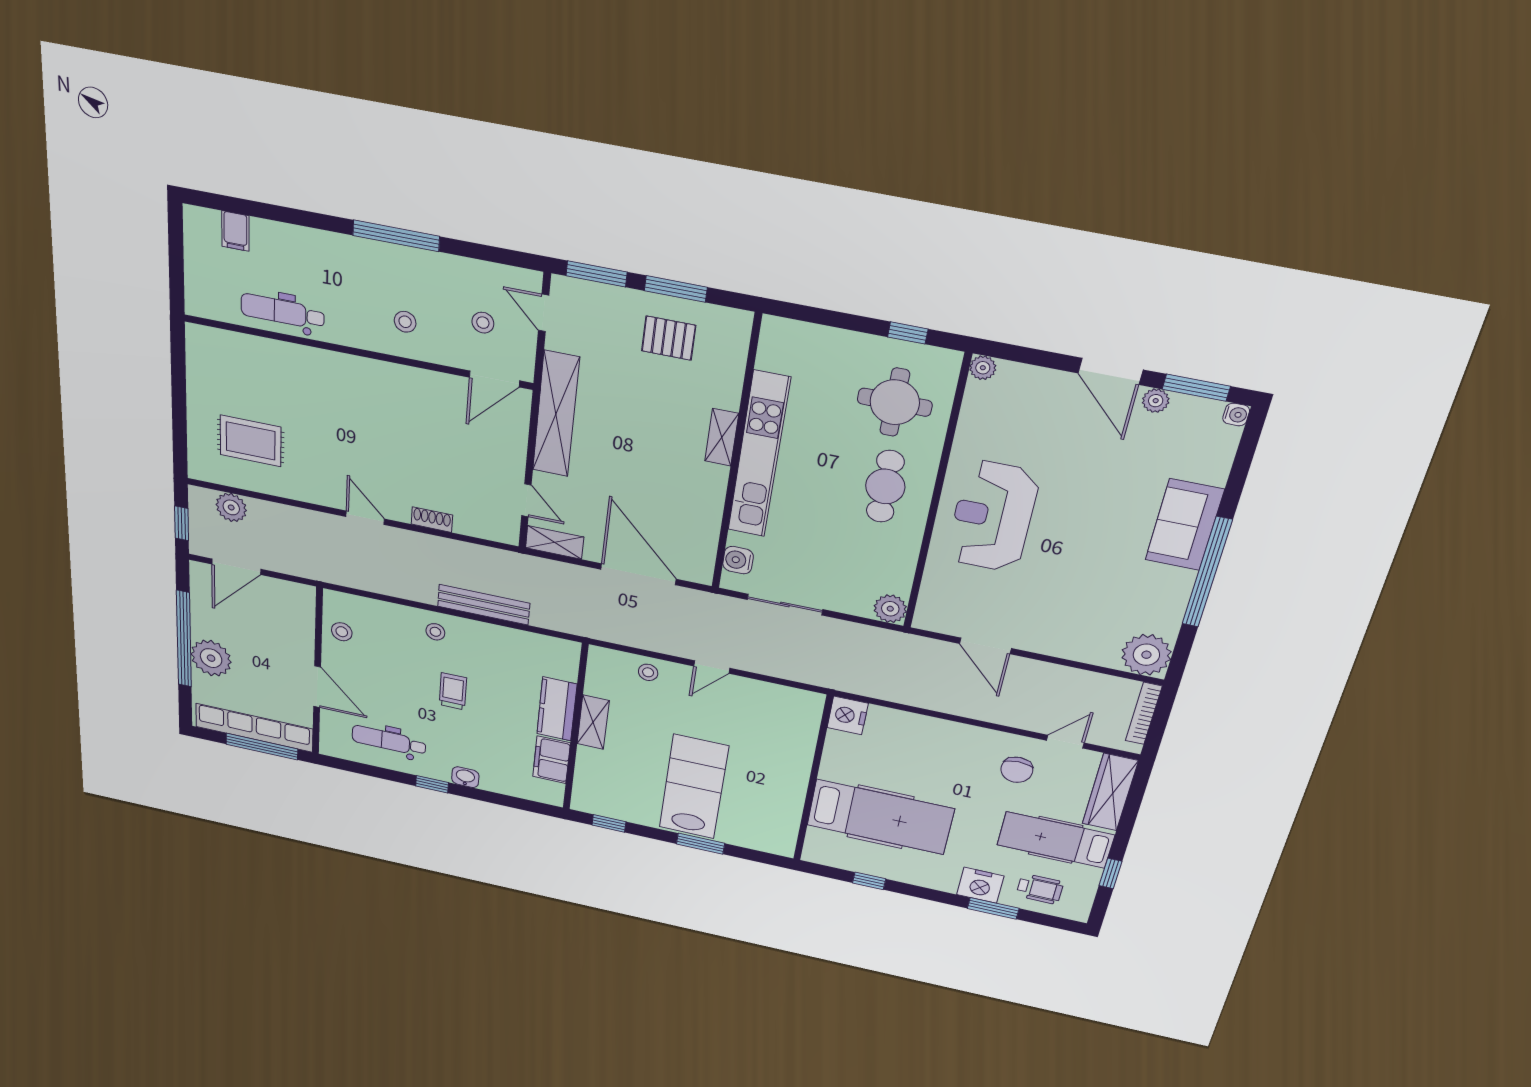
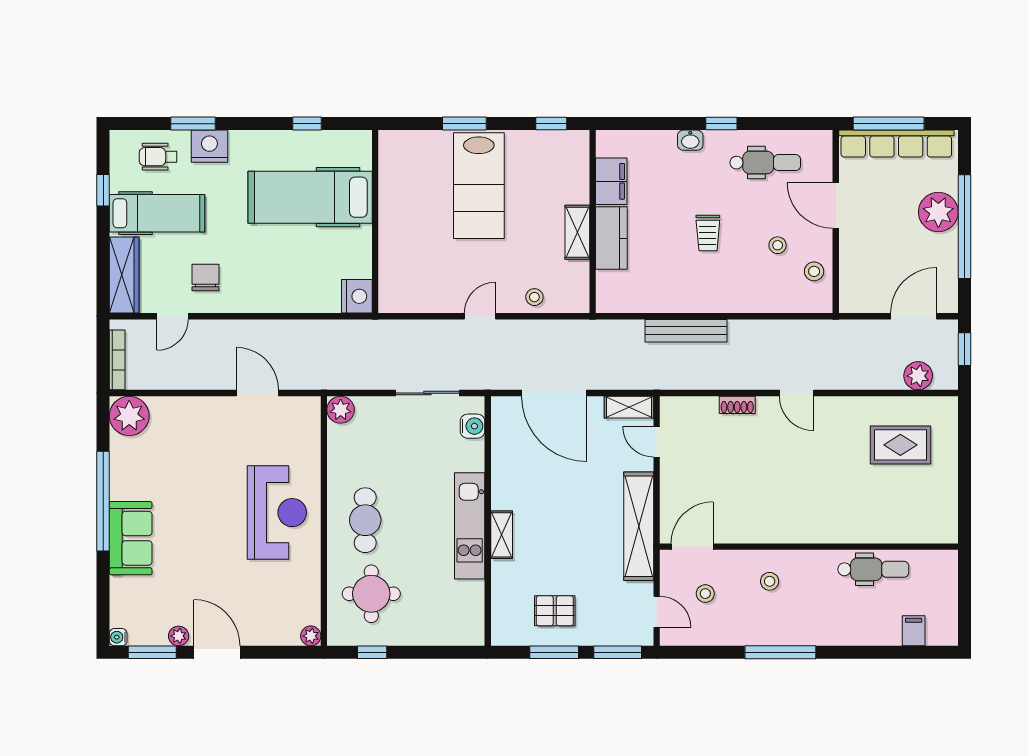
kitchen unit: (759, 455) -> (470, 526), width x0.73
stool: (435, 632) -> (778, 245), moved

